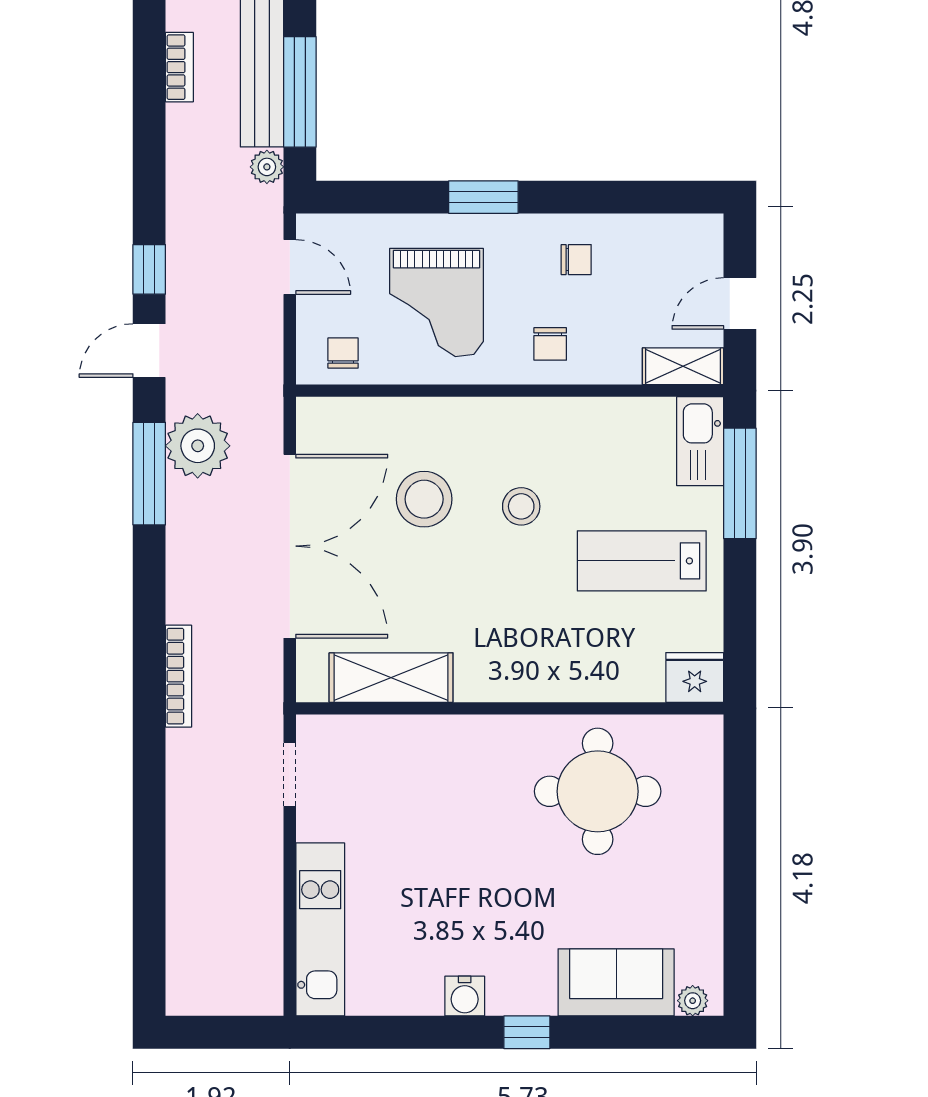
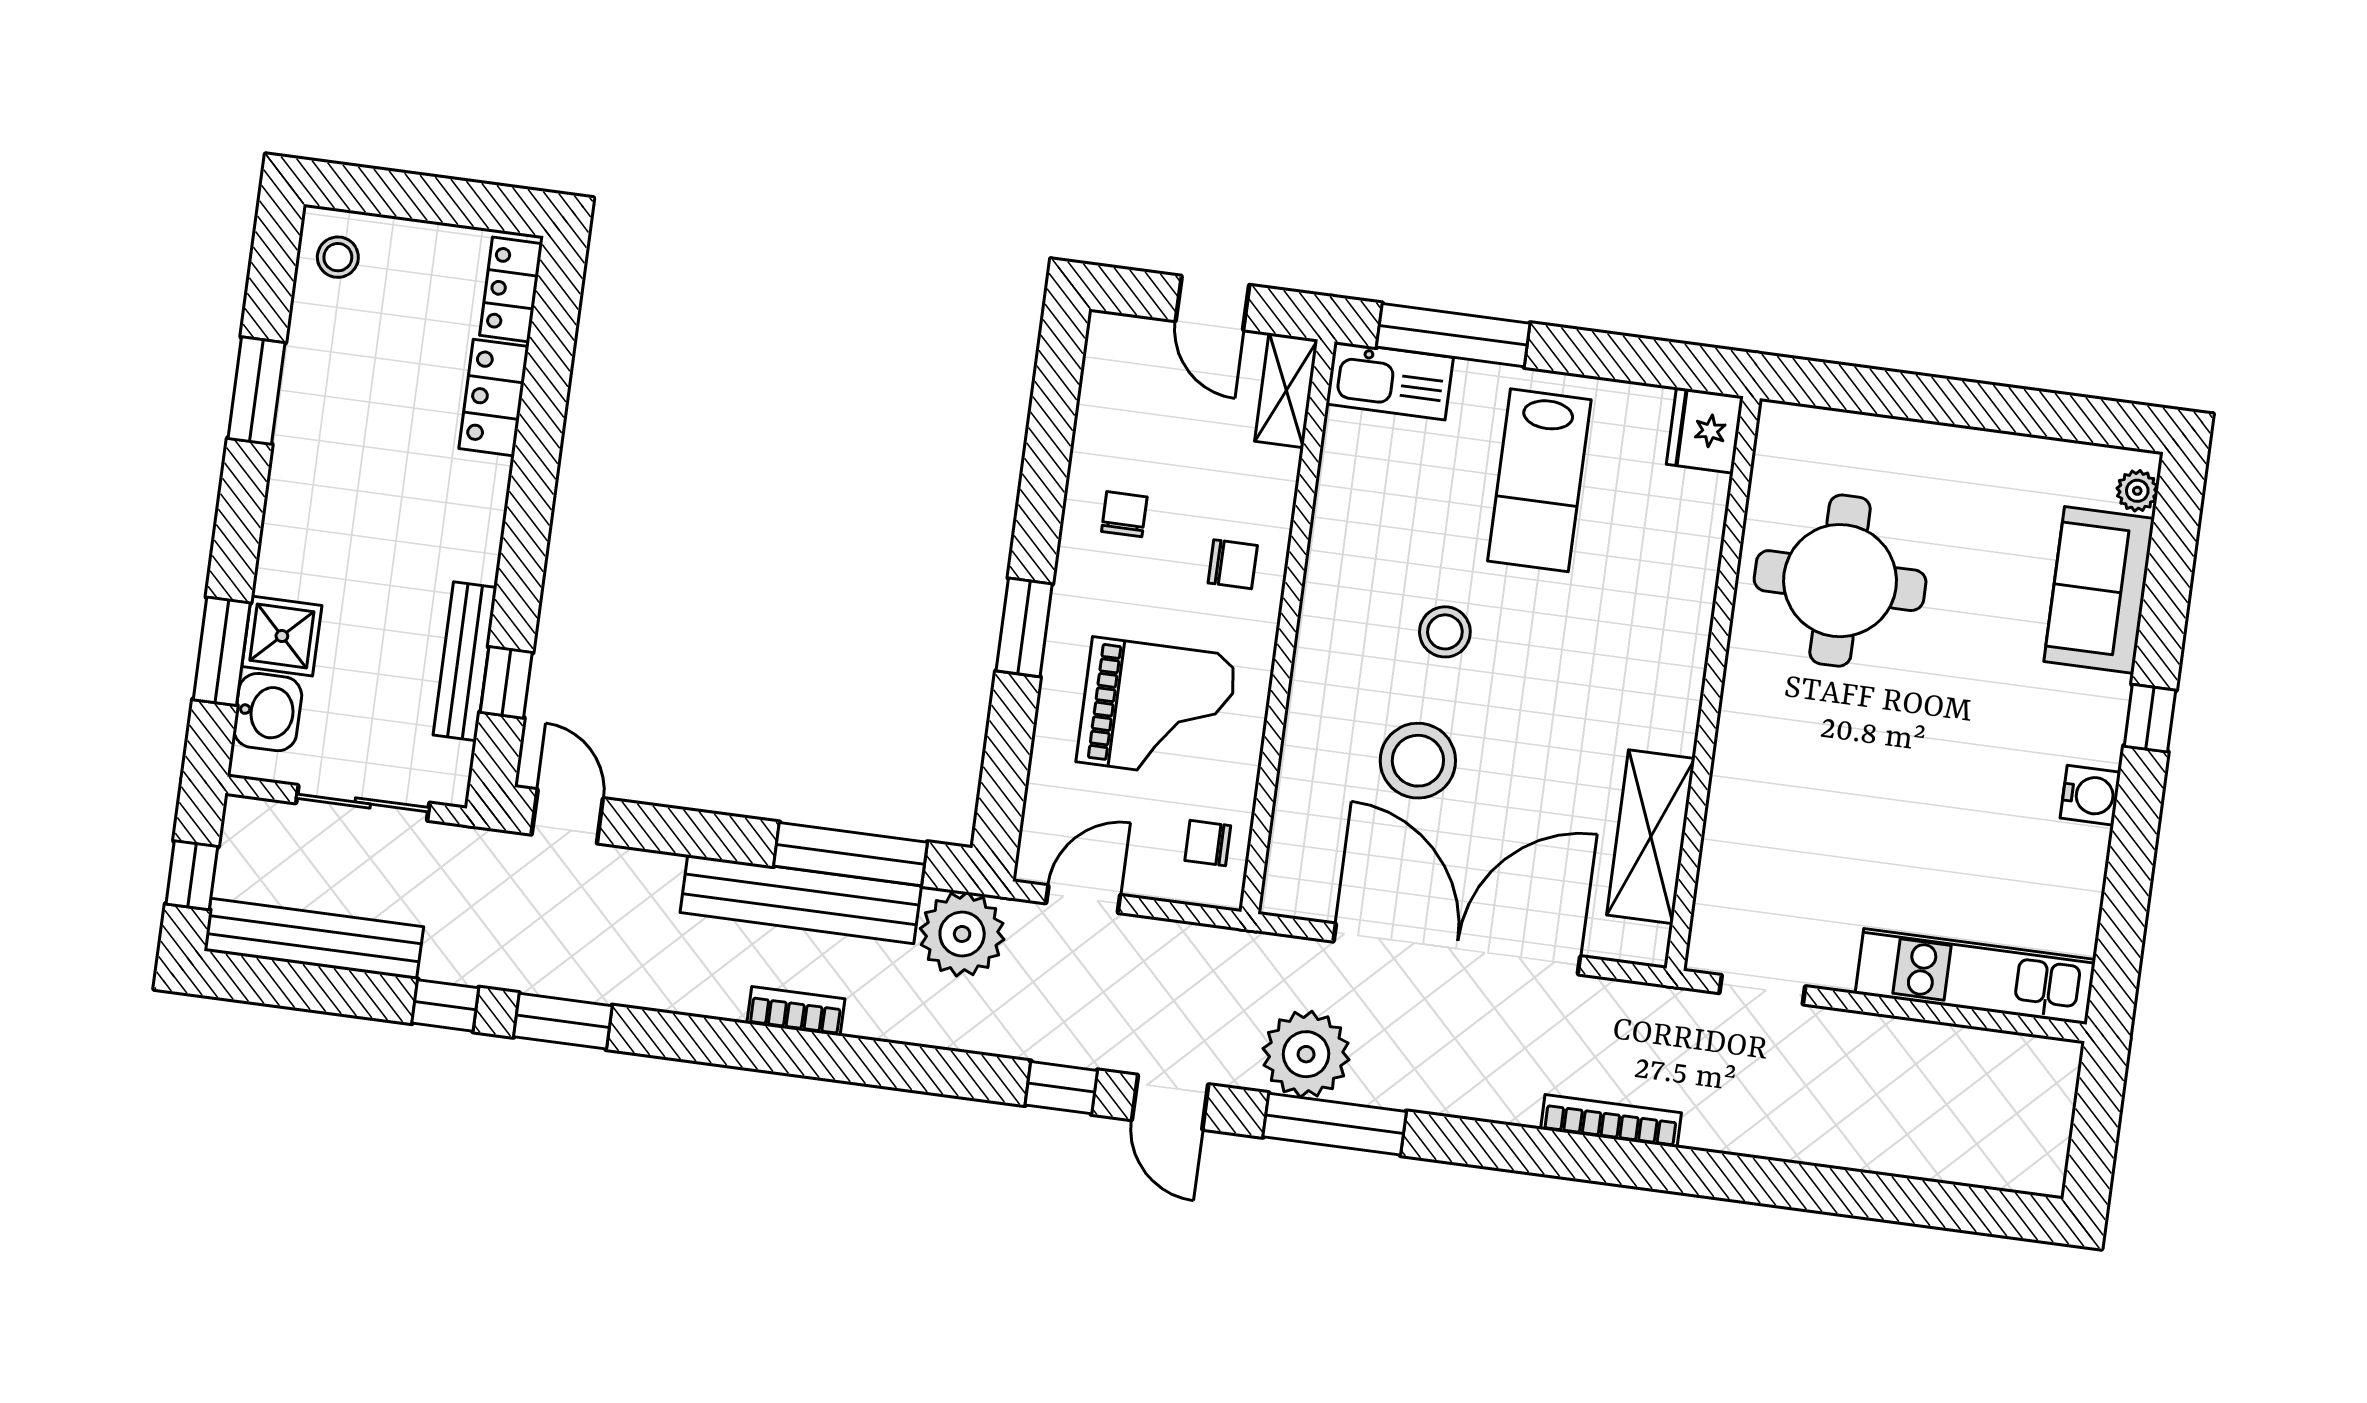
plant: (267, 167) -> (962, 934), width x1.88, depth x1.88

